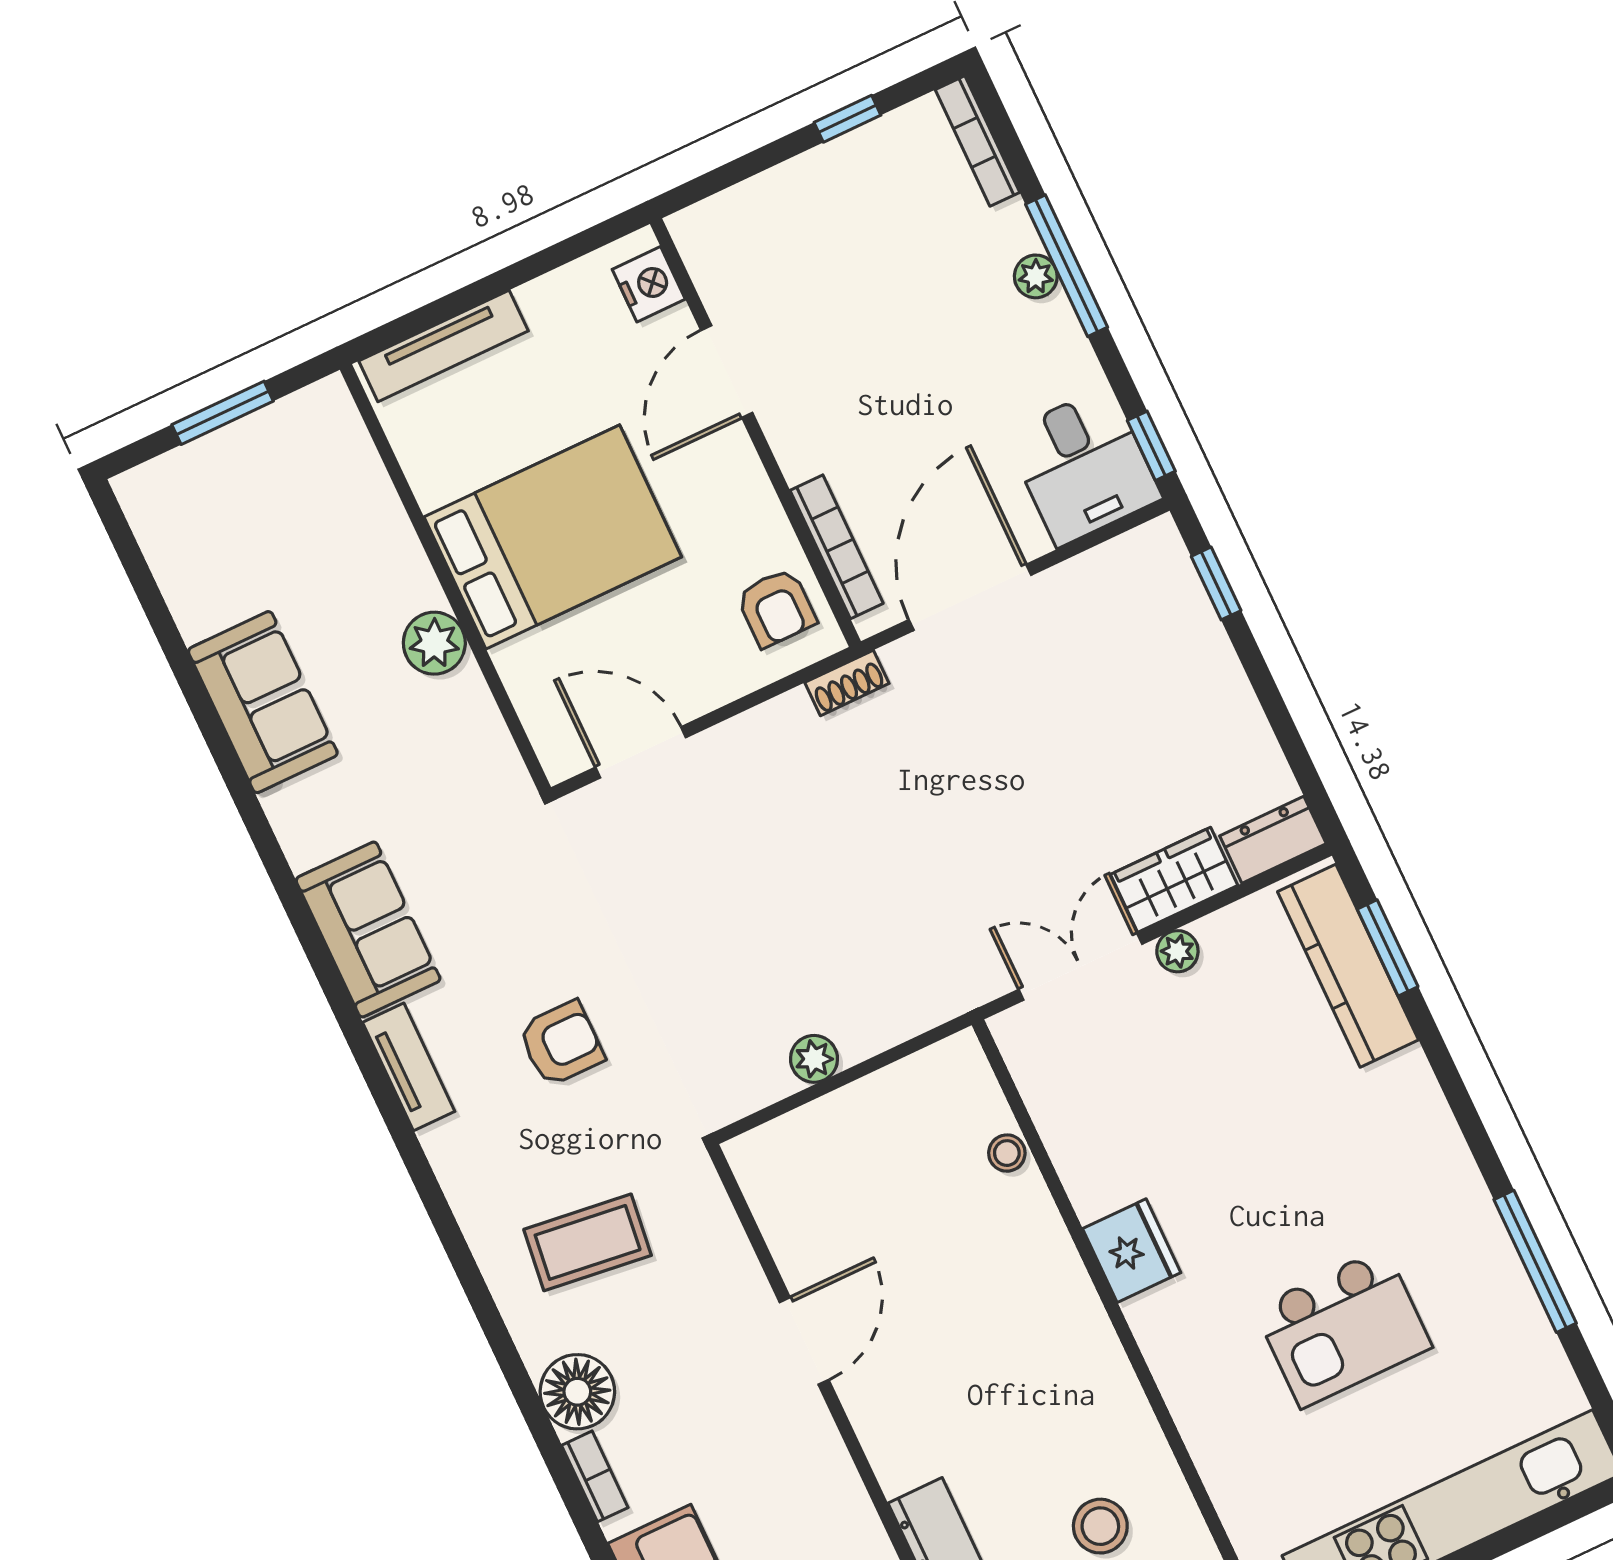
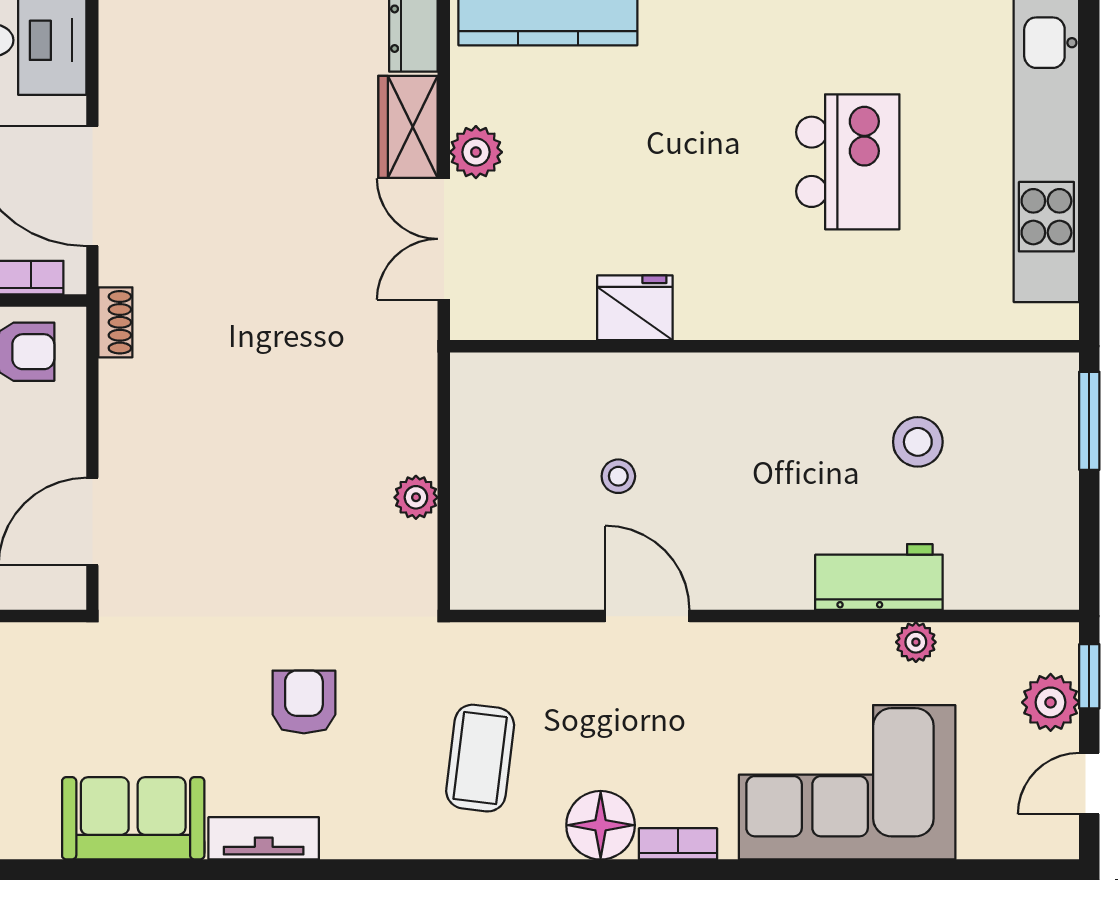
plant: (1177, 951) -> (476, 152), width x1.38, depth x1.38
stool: (1007, 1153) -> (618, 476), moved
fridge: (1132, 1251) -> (635, 308), moved

